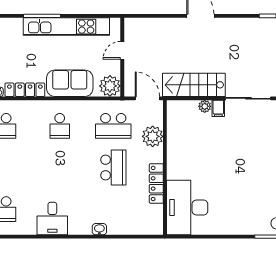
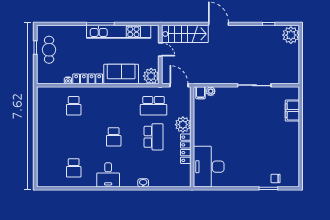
door: (122, 50) -> (160, 49), swing flipped
stairs: (194, 85) -> (185, 34), moved, turned 180
plant: (205, 106) -> (211, 91), moved
filing cabinet: (218, 108) -> (201, 93), moved
school desk: (60, 126) -> (114, 137), moved
plant: (153, 136) -> (183, 125), moved

